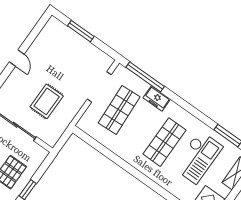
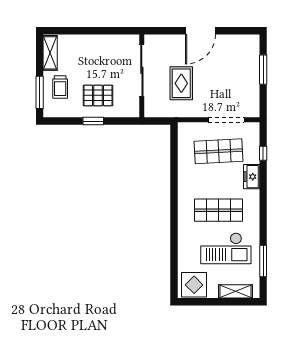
door: (17, 58) -> (200, 31), width x1.88
window: (145, 77) -> (263, 153), width x0.32
rug: (47, 101) -> (181, 83), turned 90

